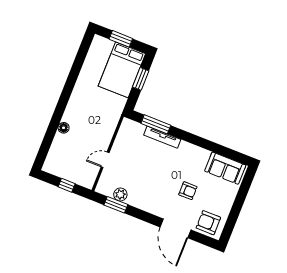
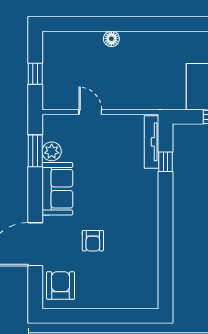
window: (156, 124) -> (166, 162), width x0.46
tv unit: (162, 137) -> (152, 142), moved
sofa: (225, 168) -> (57, 189), moved, turned 180

